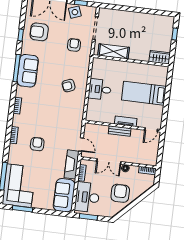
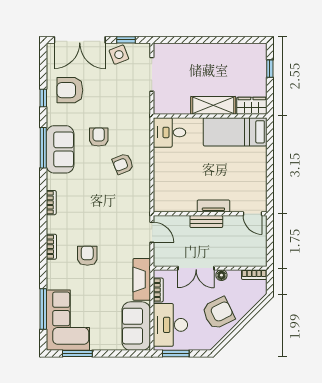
armchair: (74, 45) -> (99, 137), moved
shelving: (114, 51) -> (213, 105), moved
desk: (100, 89) -> (169, 132), moved
bed: (144, 93) -> (235, 132), moved
door: (151, 130) -> (252, 214), hinge flipped
door: (81, 144) -> (152, 232), moved
armchair: (120, 193) -> (218, 313), turned 64

